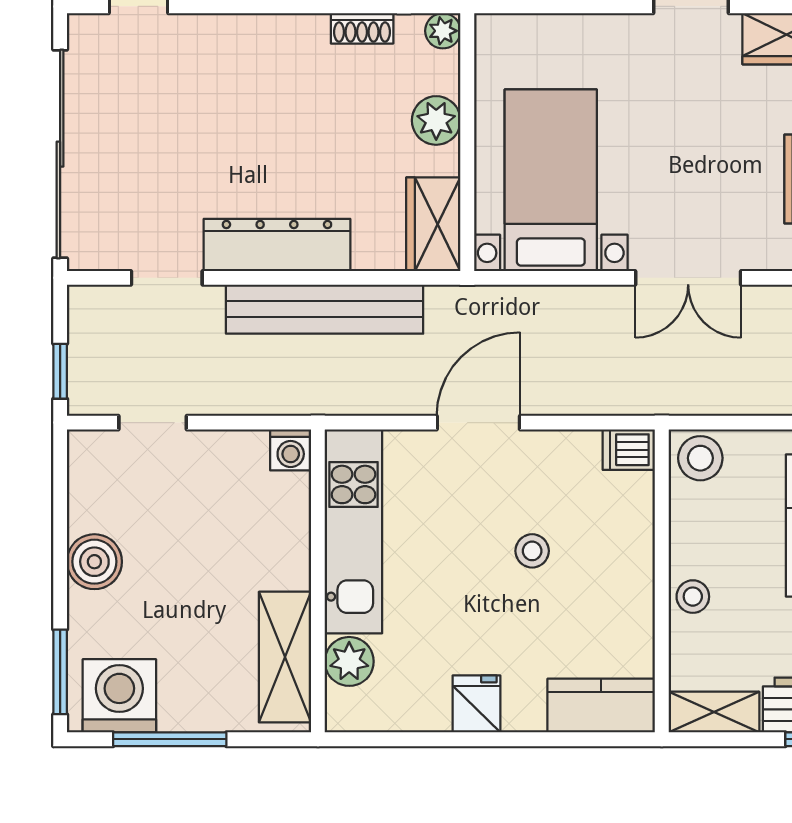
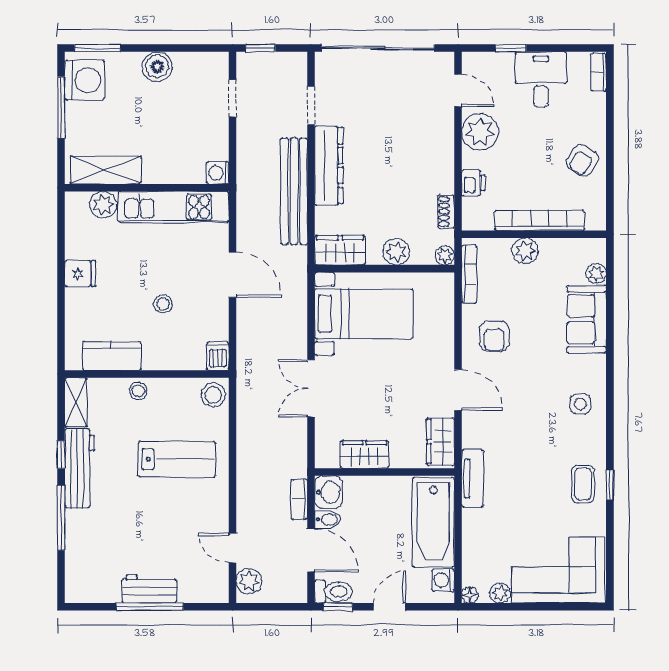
kitchen counter: (601, 706) -> (112, 356), moved, turned -90

